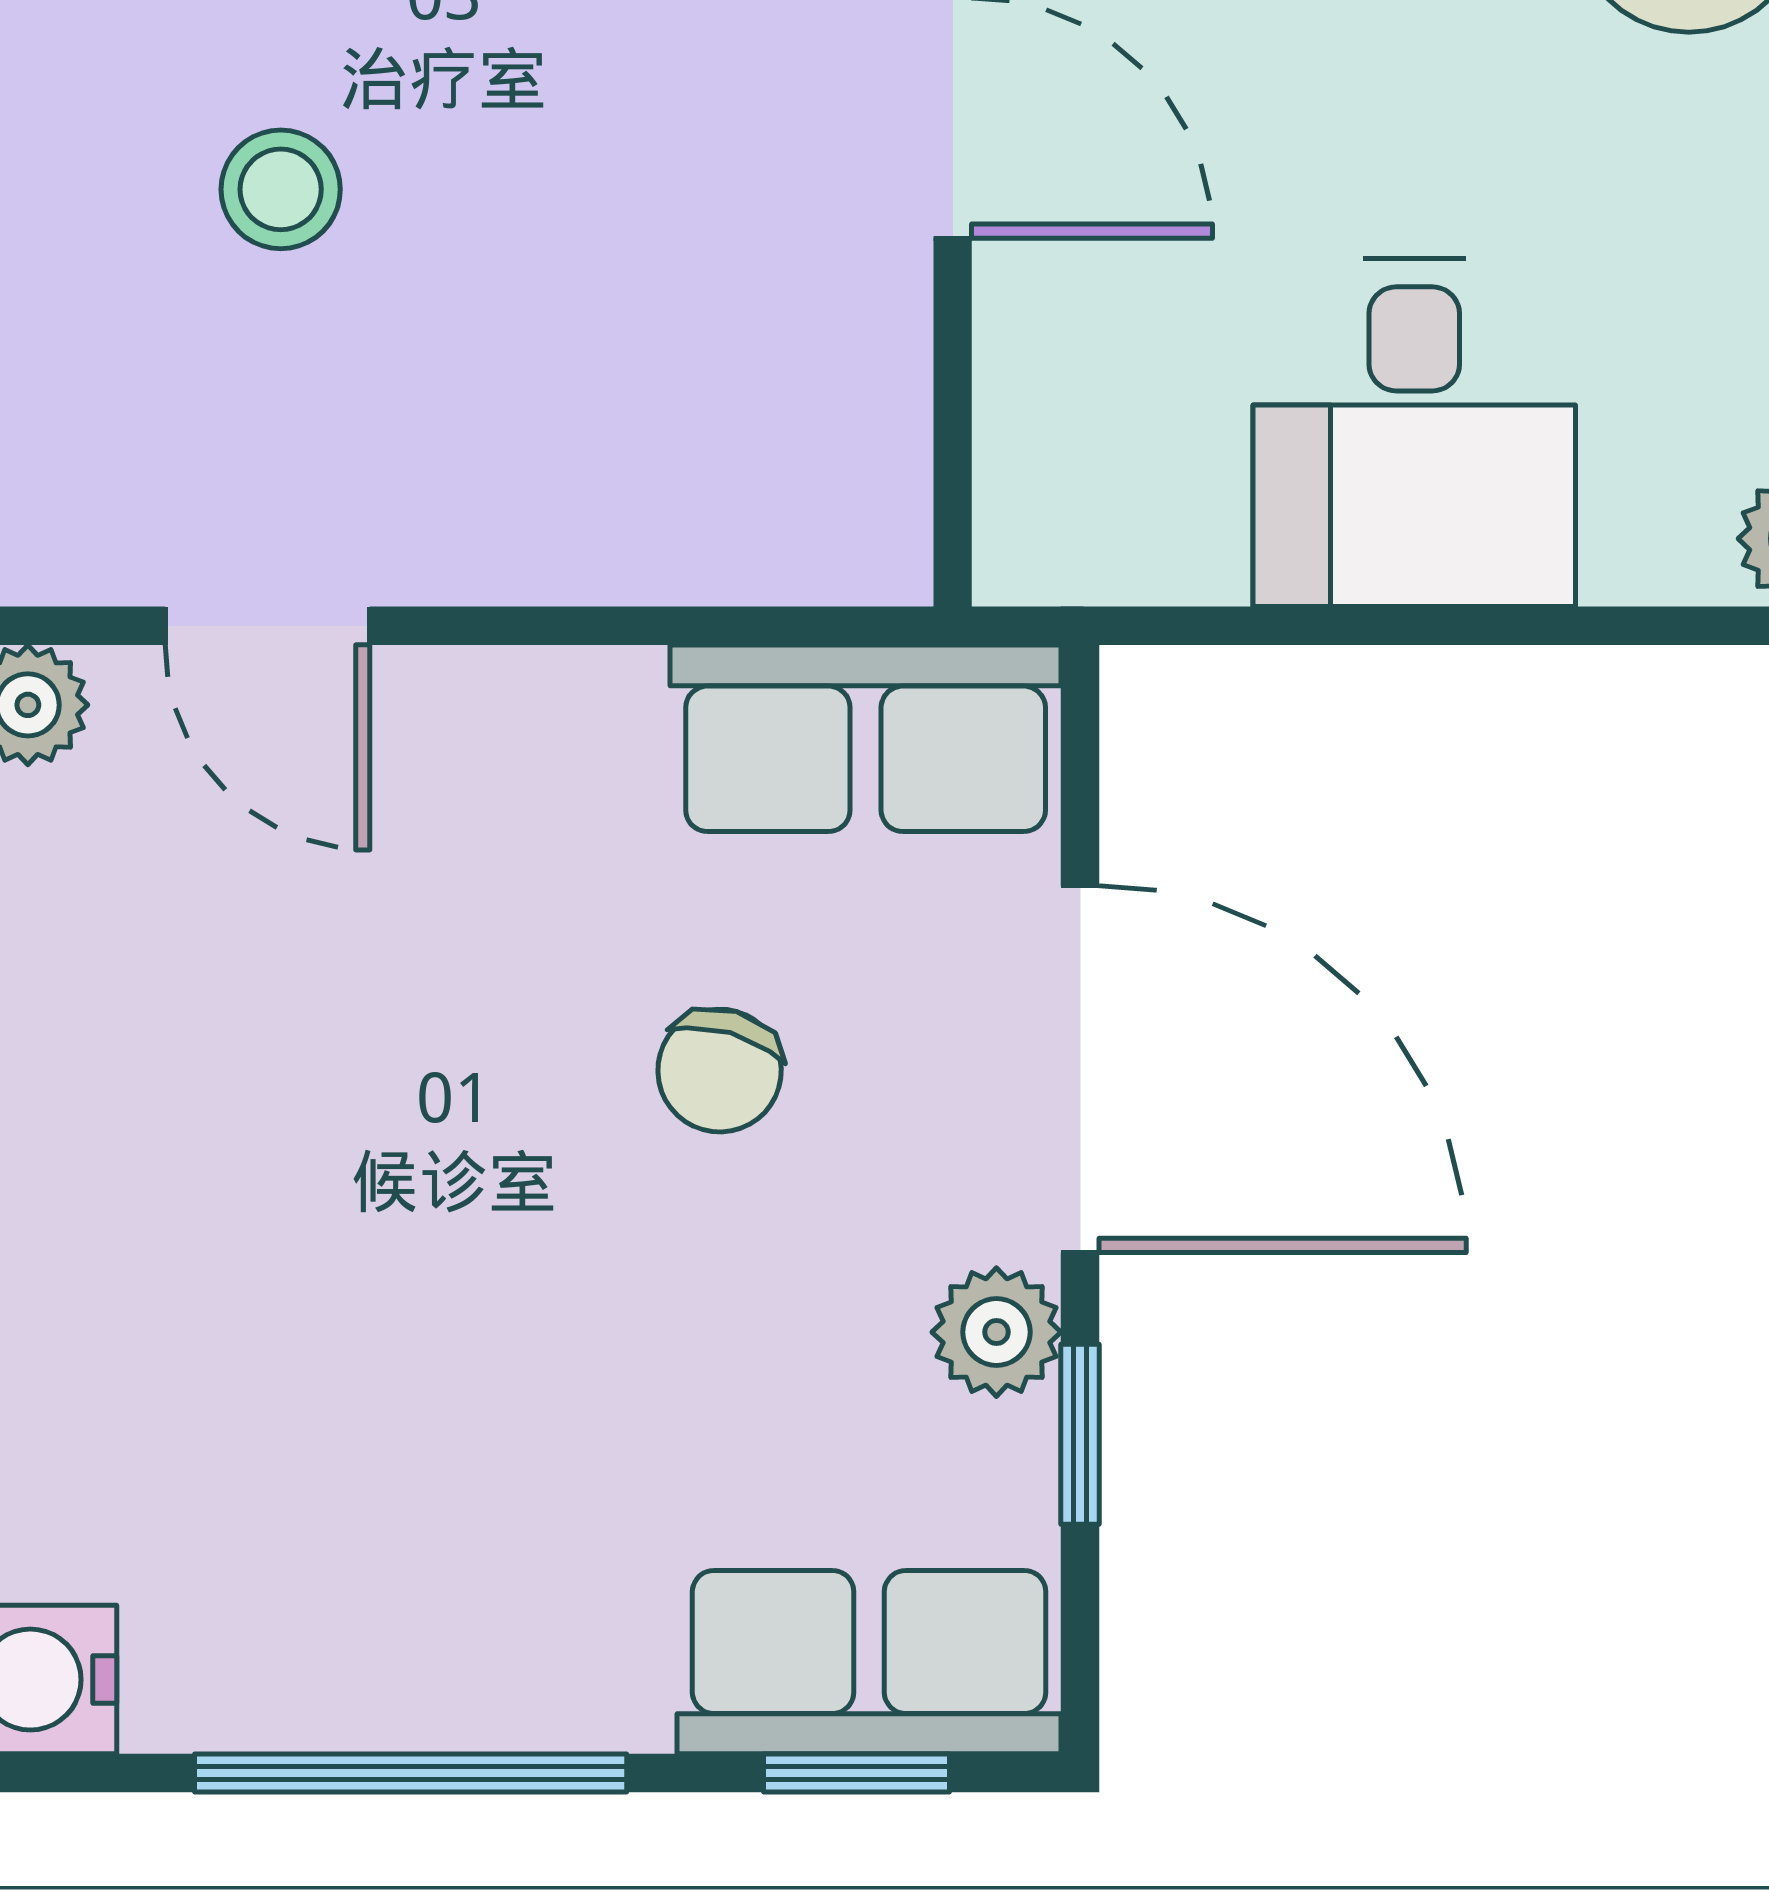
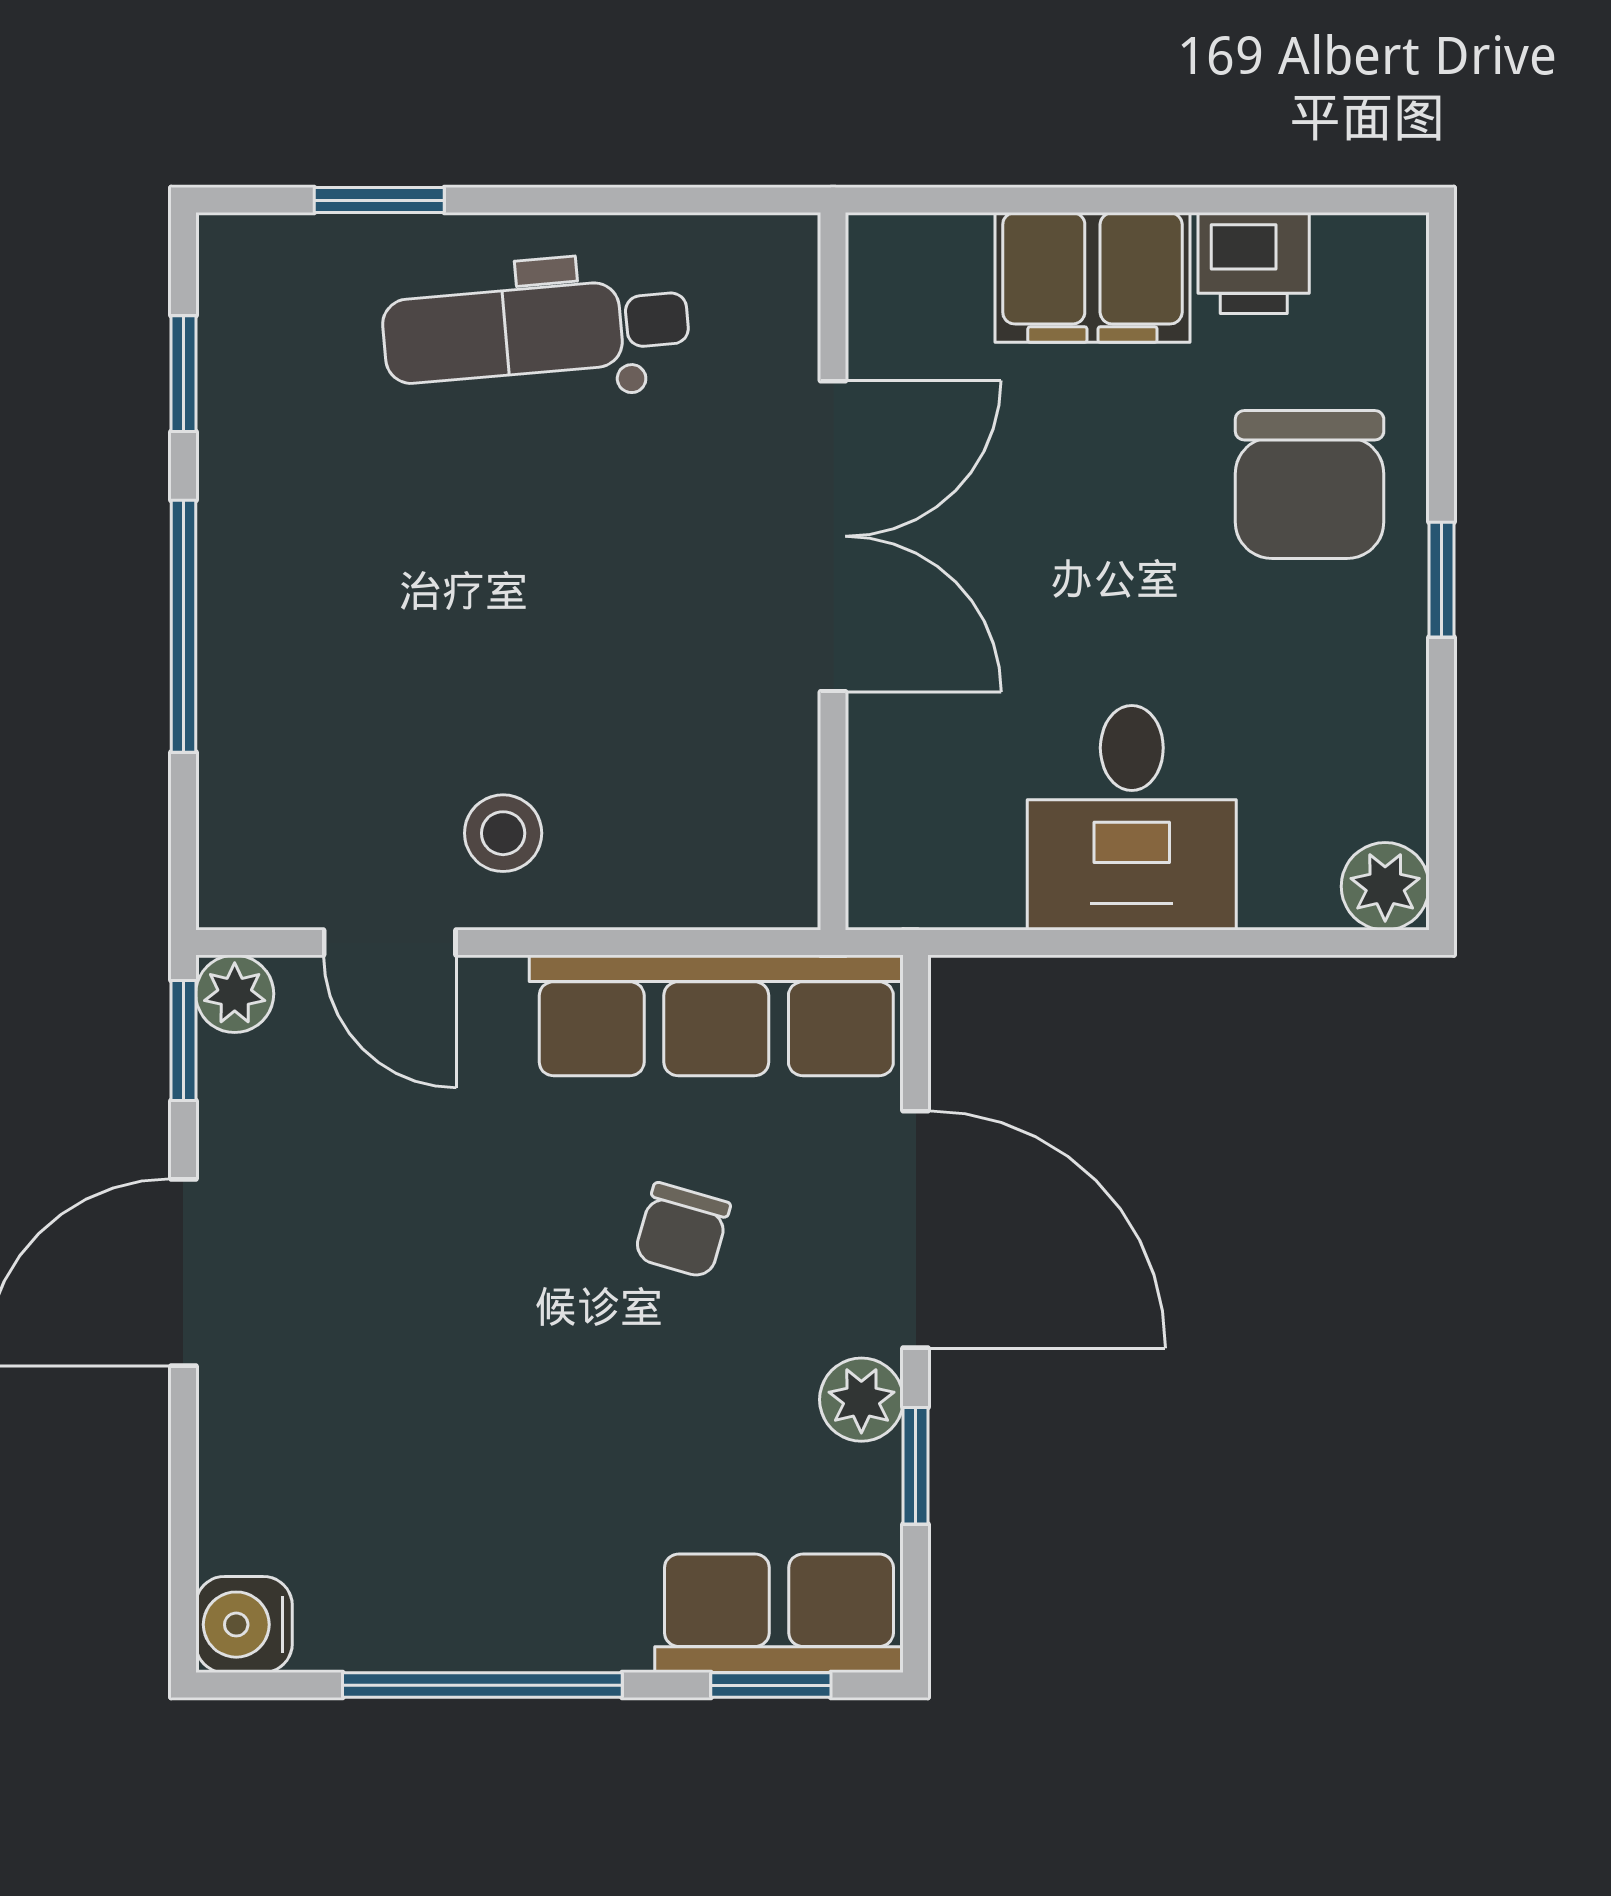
stool: (281, 189) -> (503, 833), moved
row of seats: (866, 738) -> (716, 1015), width x1.48

